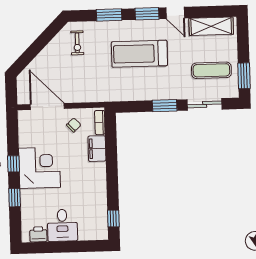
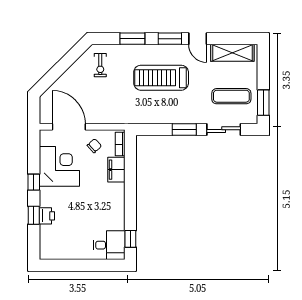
corner desk: (40, 168) -> (59, 166), moved
desk: (62, 225) -> (109, 245), moved, turned -90
printer: (38, 234) -> (47, 216), moved, turned 90

